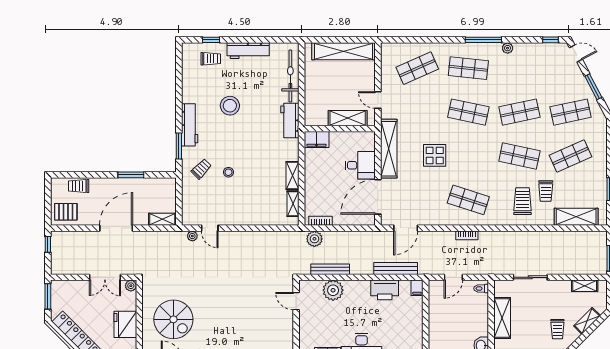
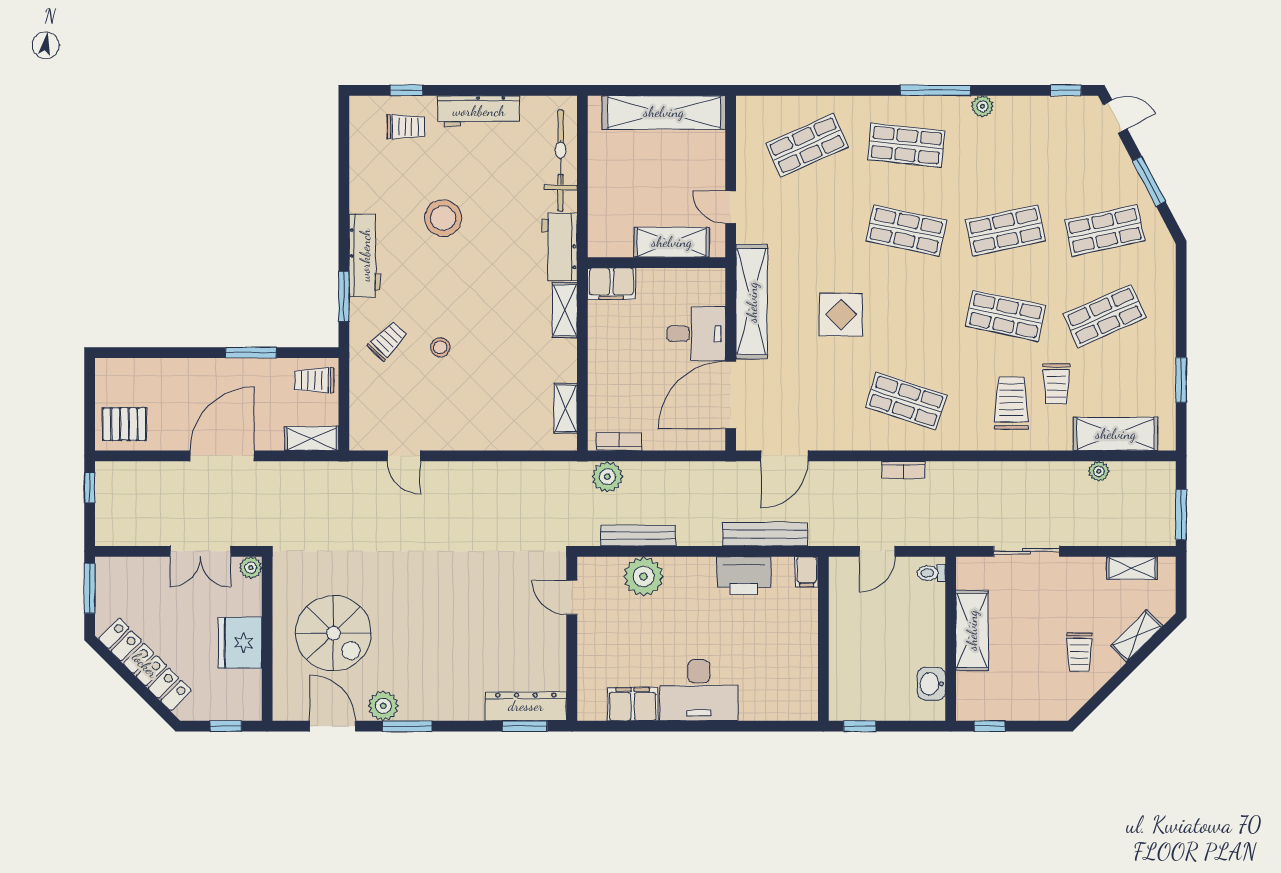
shelving: (292, 175) -> (565, 310), moved
trolley: (79, 186) -> (314, 380), moved
plant: (192, 236) -> (1099, 471), moved

